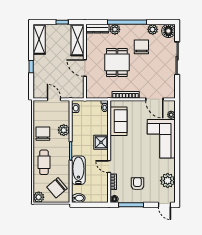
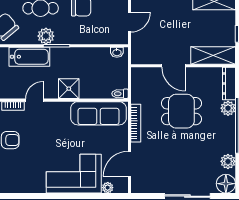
chair: (141, 47) -> (203, 145), removed
door: (85, 68) -> (174, 66), swing flipped
sofa: (118, 121) -> (98, 113), width x1.36
plant: (64, 130) -> (46, 36), moved
plant: (168, 181) -> (15, 183), removed

